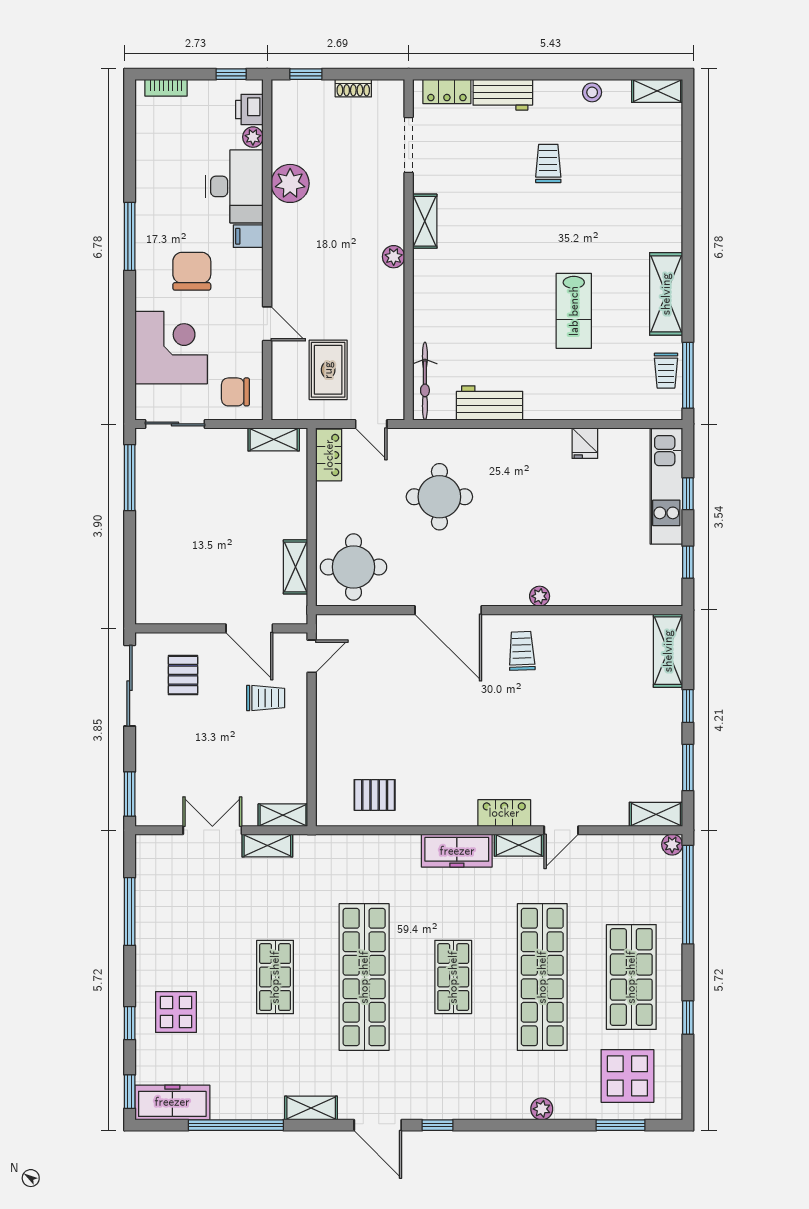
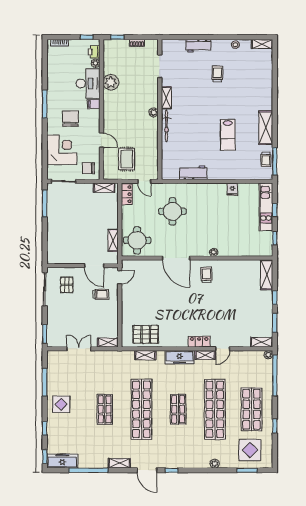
locker: (447, 91) -> (176, 44), removed
bicycle: (425, 381) -> (166, 126), moved
pallet: (375, 795) -> (146, 334), width x1.50, depth x1.42
shelving: (267, 846) -> (145, 355), moved
display table: (176, 1012) -> (61, 404), moved

